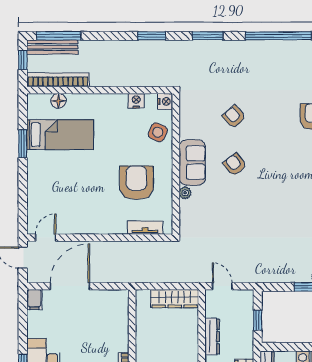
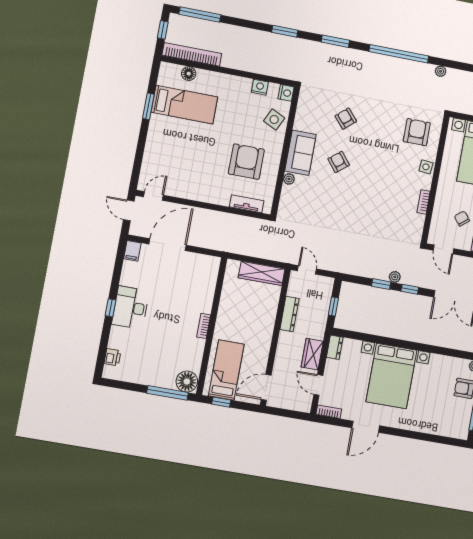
bench: (52, 47) -> (192, 24), removed

